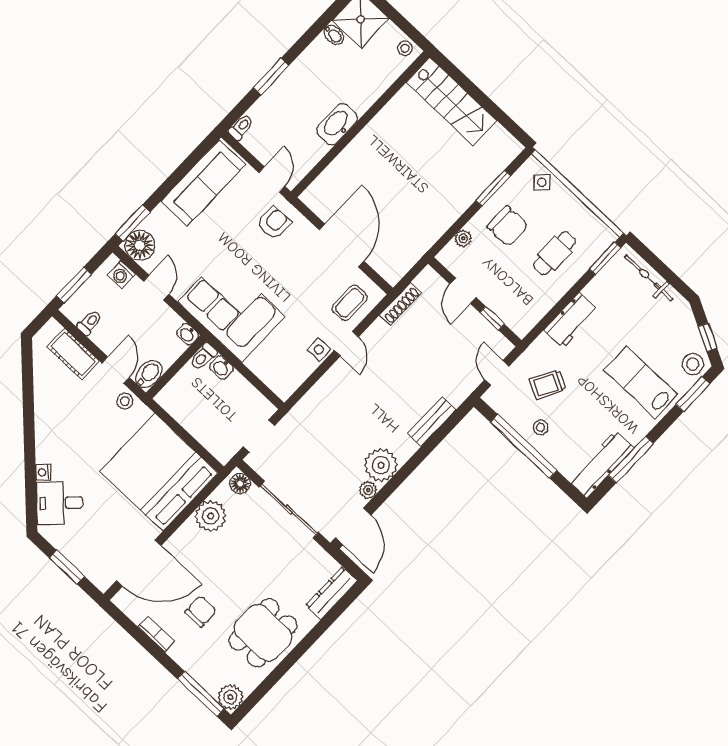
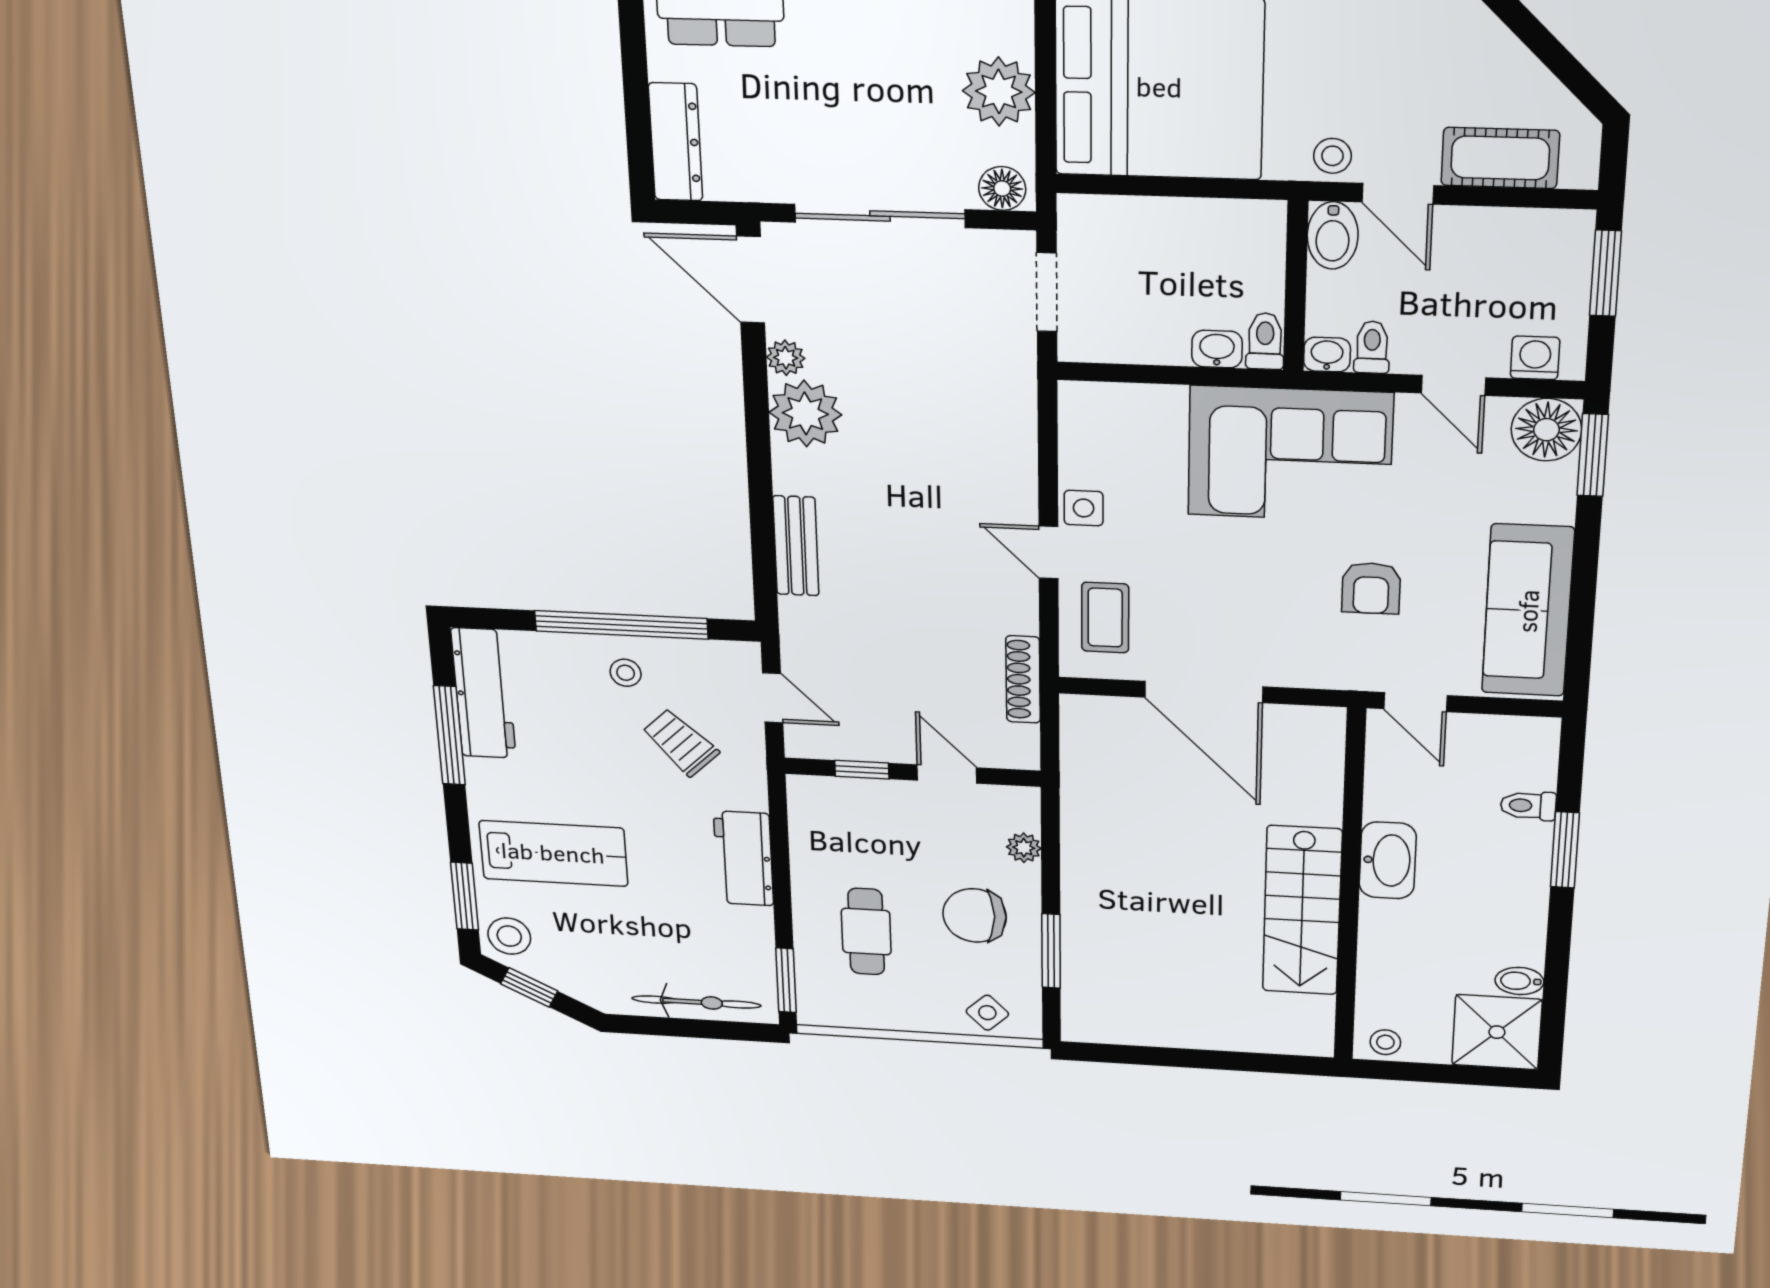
stairs: (451, 101) -> (1302, 911), moved, turned -90
toilet: (241, 127) -> (1528, 806), moved, turned 90
armchair: (274, 223) -> (1371, 588), moved
toilet: (90, 323) -> (1372, 347), moved, turned 180
trolley: (548, 384) -> (681, 743), turned -72

